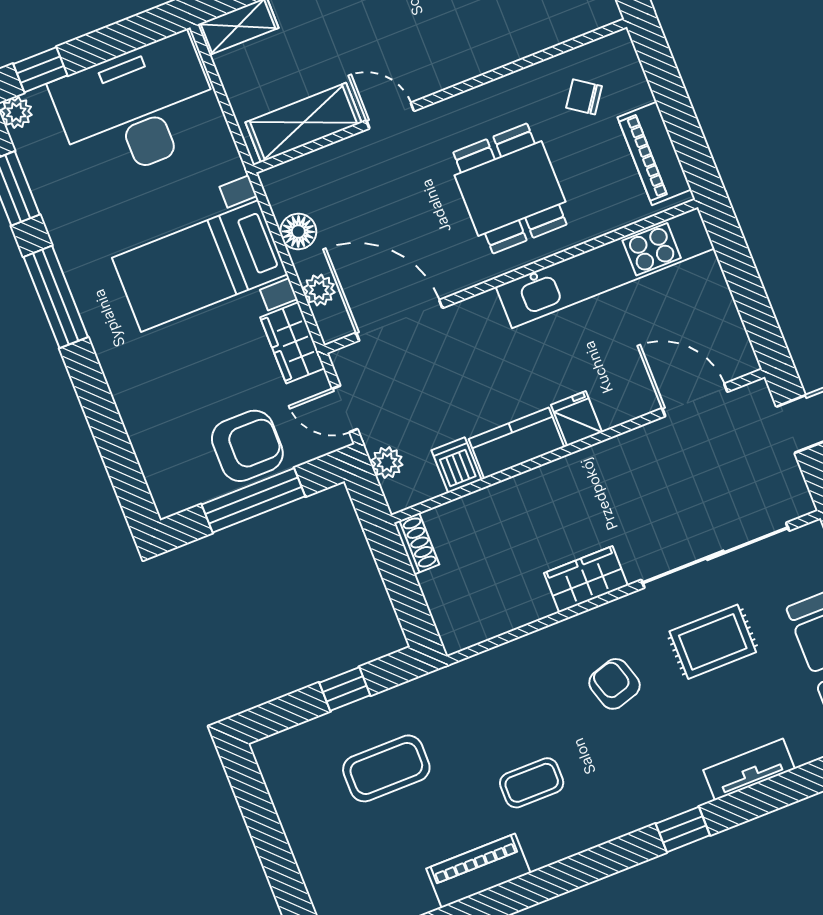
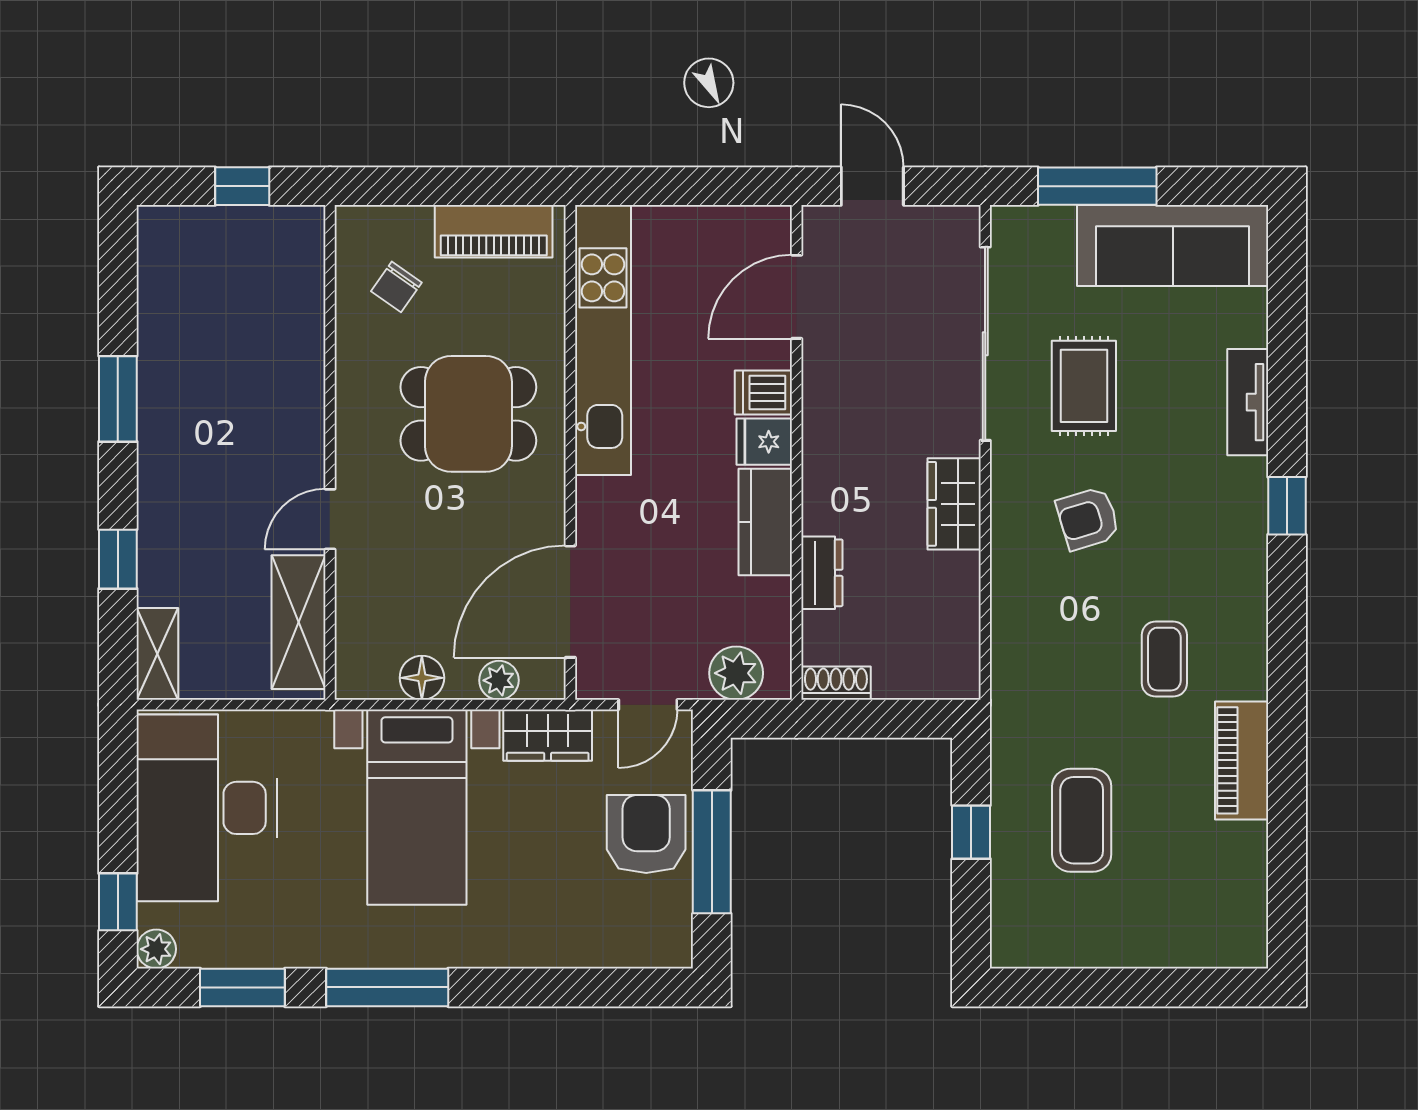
plant: (387, 462) -> (736, 673), width x1.38, depth x1.38
dishwasher: (457, 465) -> (763, 393), moved
dresser: (495, 500) -> (822, 573), added

